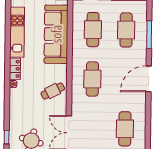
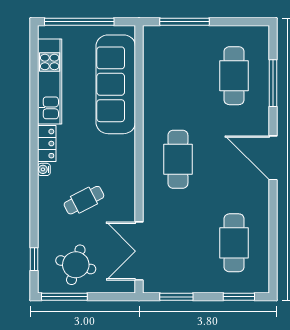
cafe table: (93, 30) -> (178, 76), removed
door: (149, 79) -> (273, 158), hinge flipped
cafe table: (53, 91) -> (84, 200), moved

